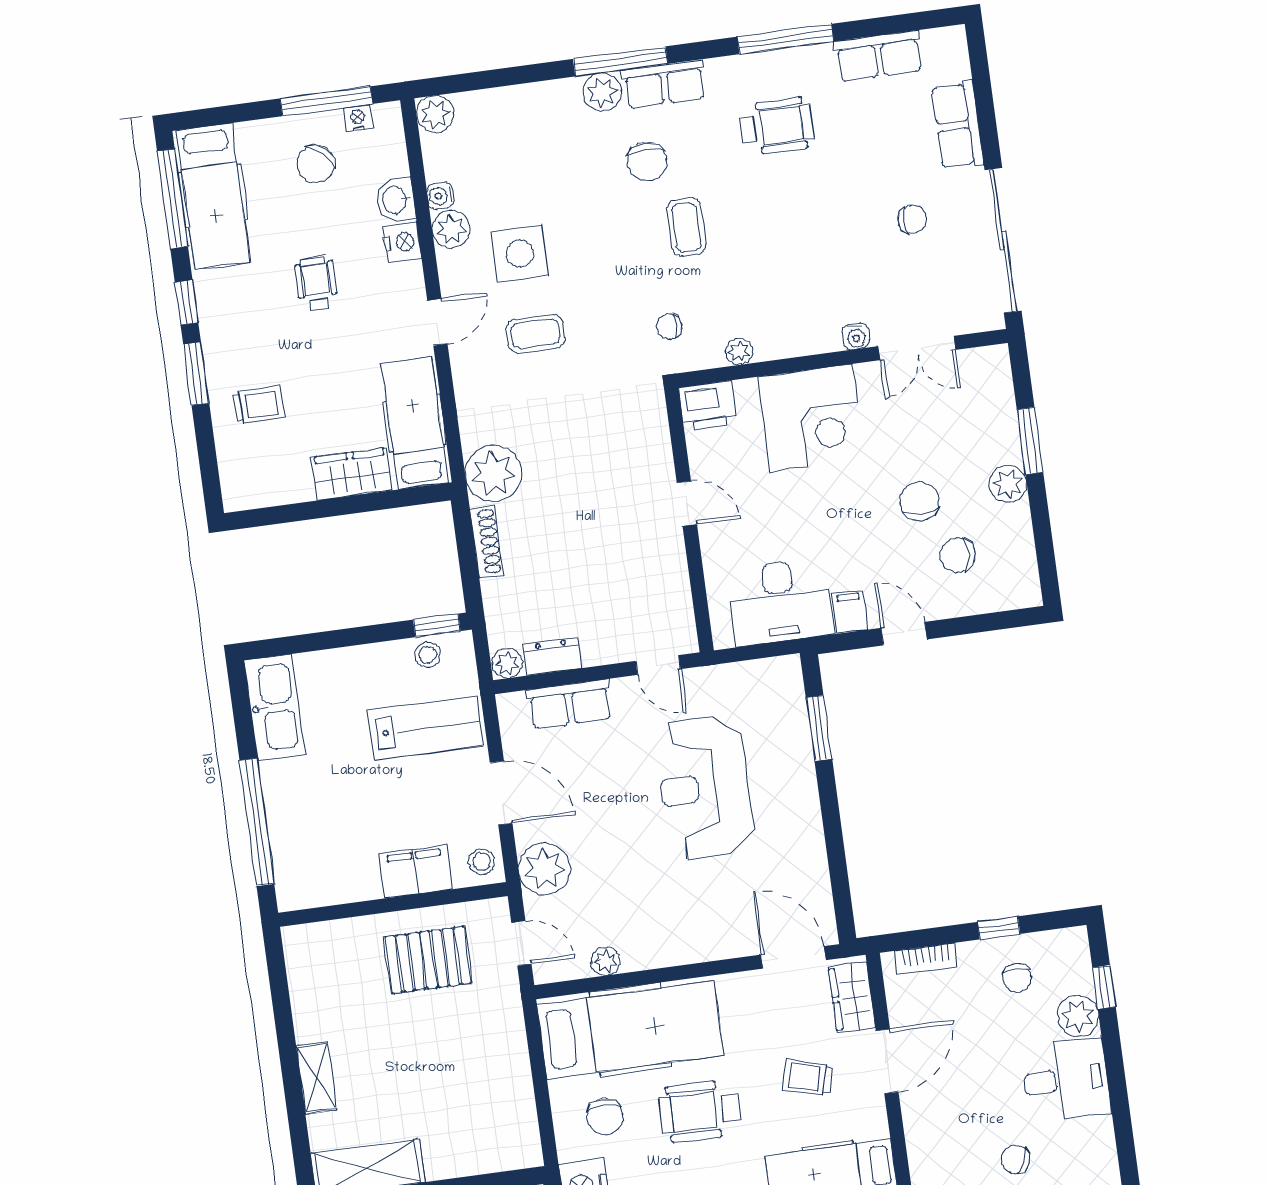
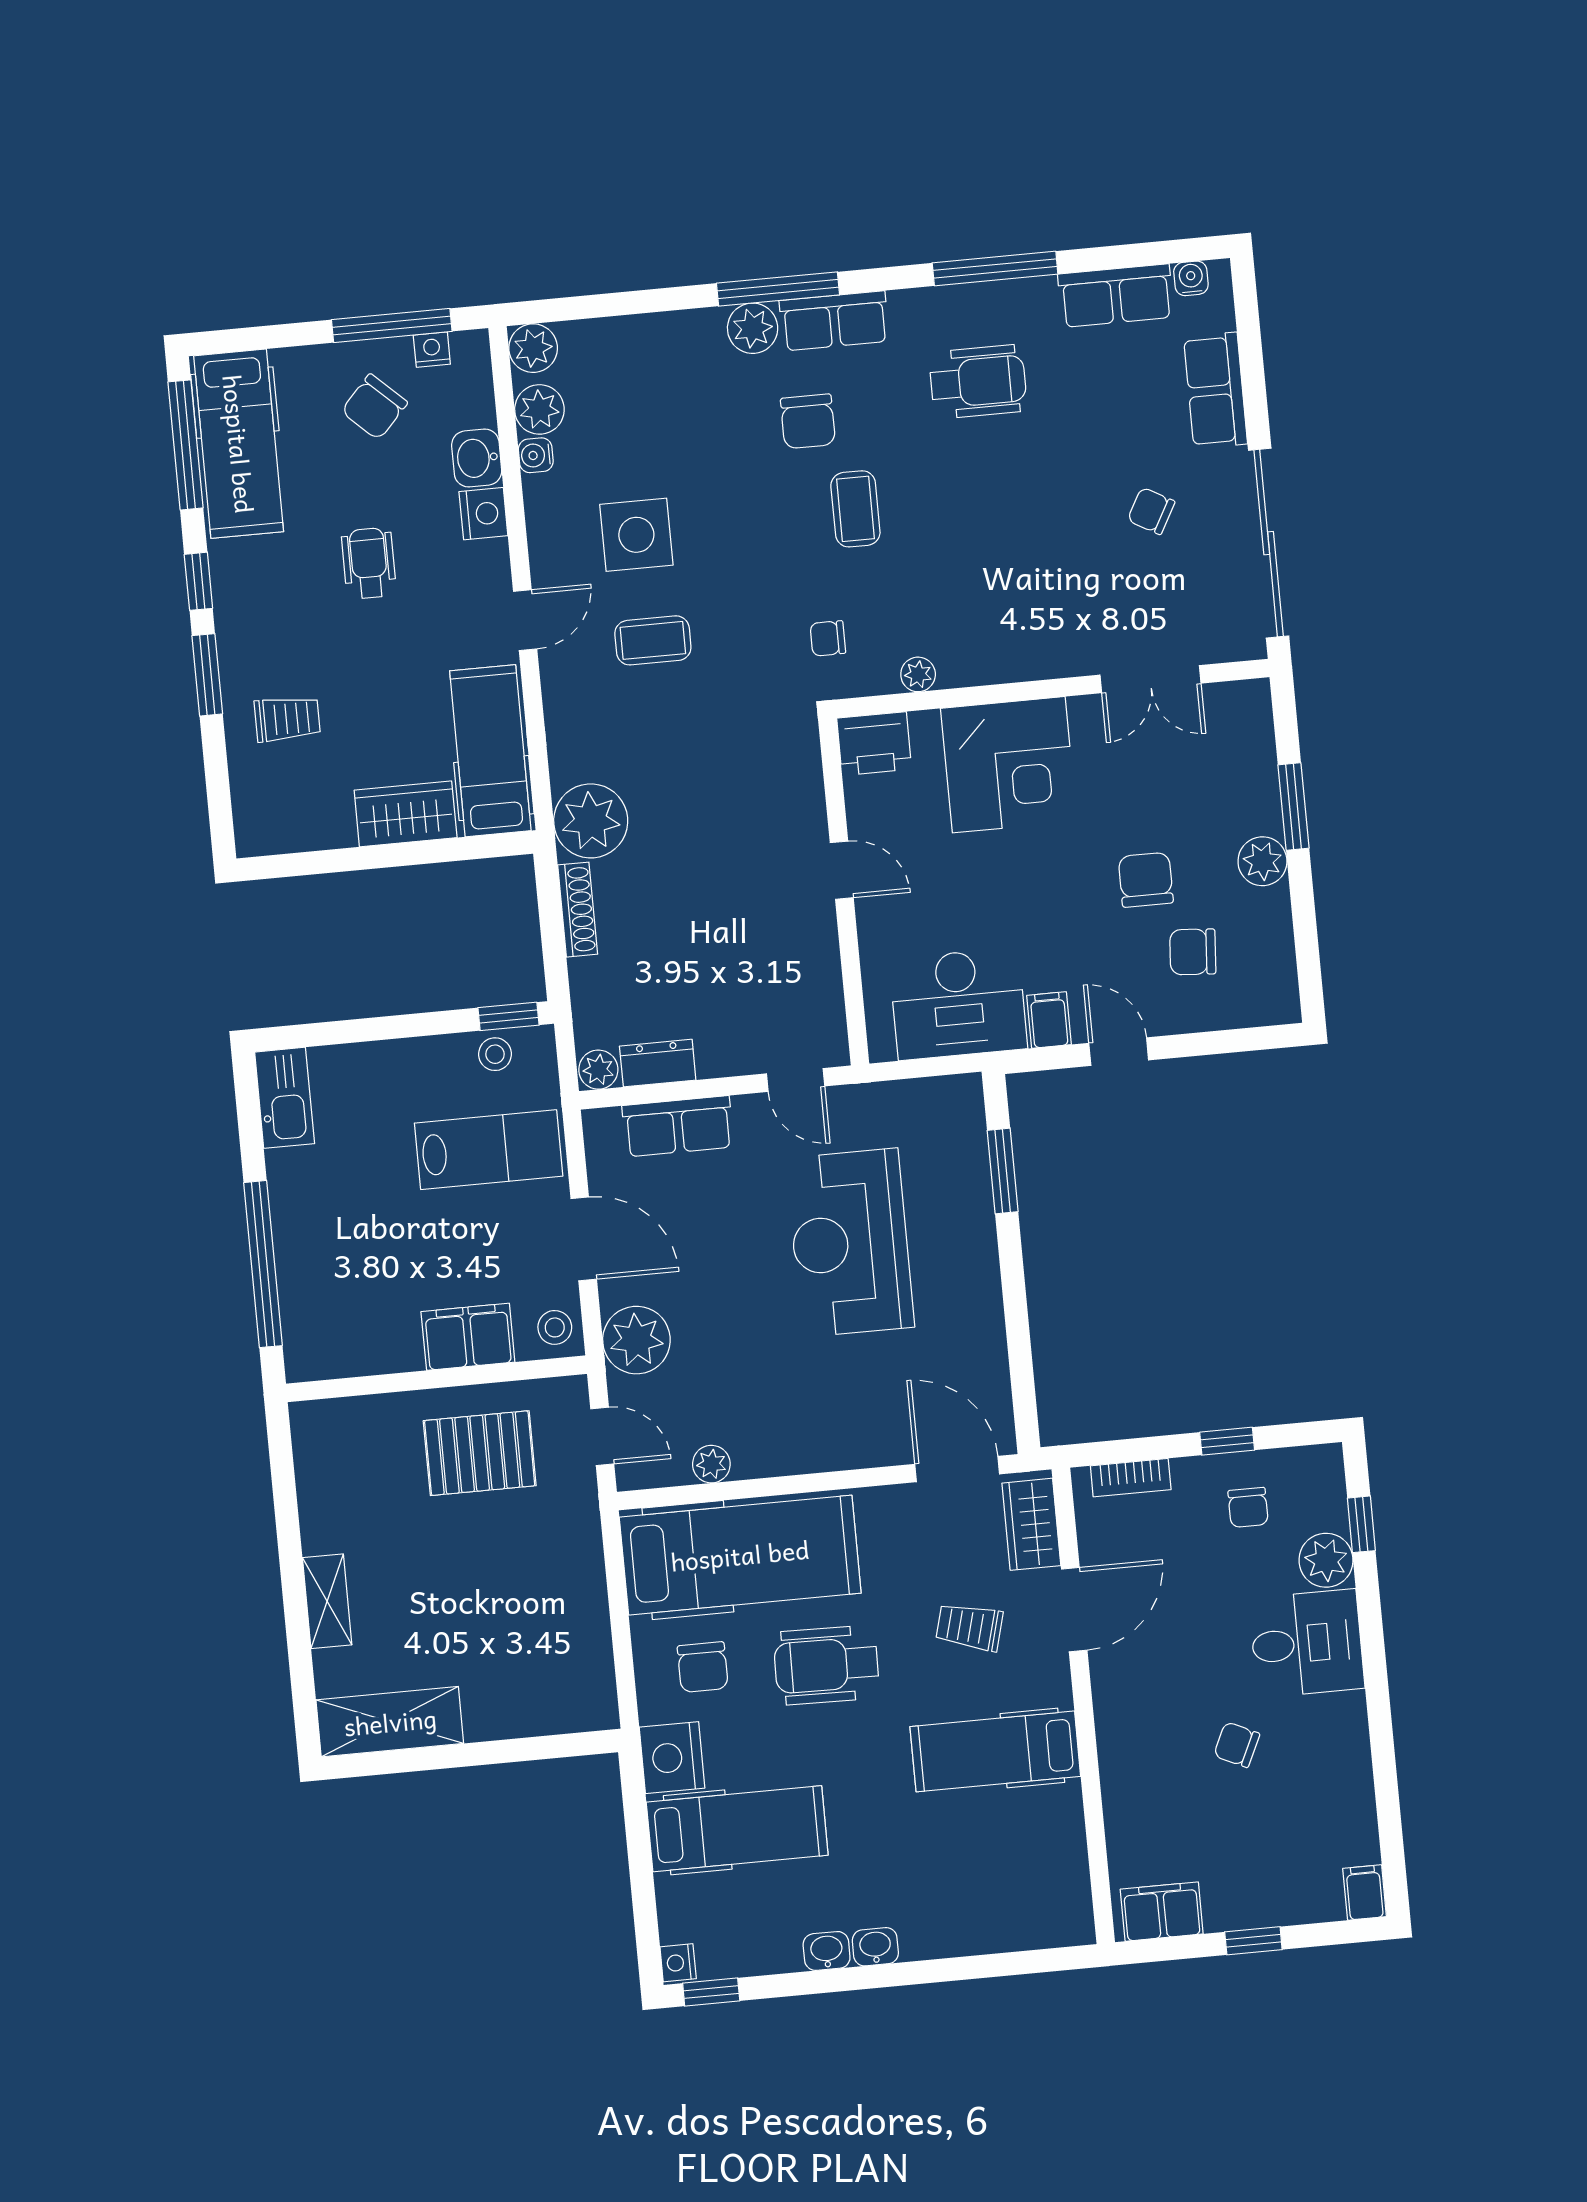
chair: (912, 220) -> (1151, 511), turned -151
plant: (451, 229) -> (539, 409), moved
water cooler: (856, 336) -> (1191, 278), moved, turned 180
kitchen sink: (275, 707) -> (285, 1098), width x0.73, depth x0.81

